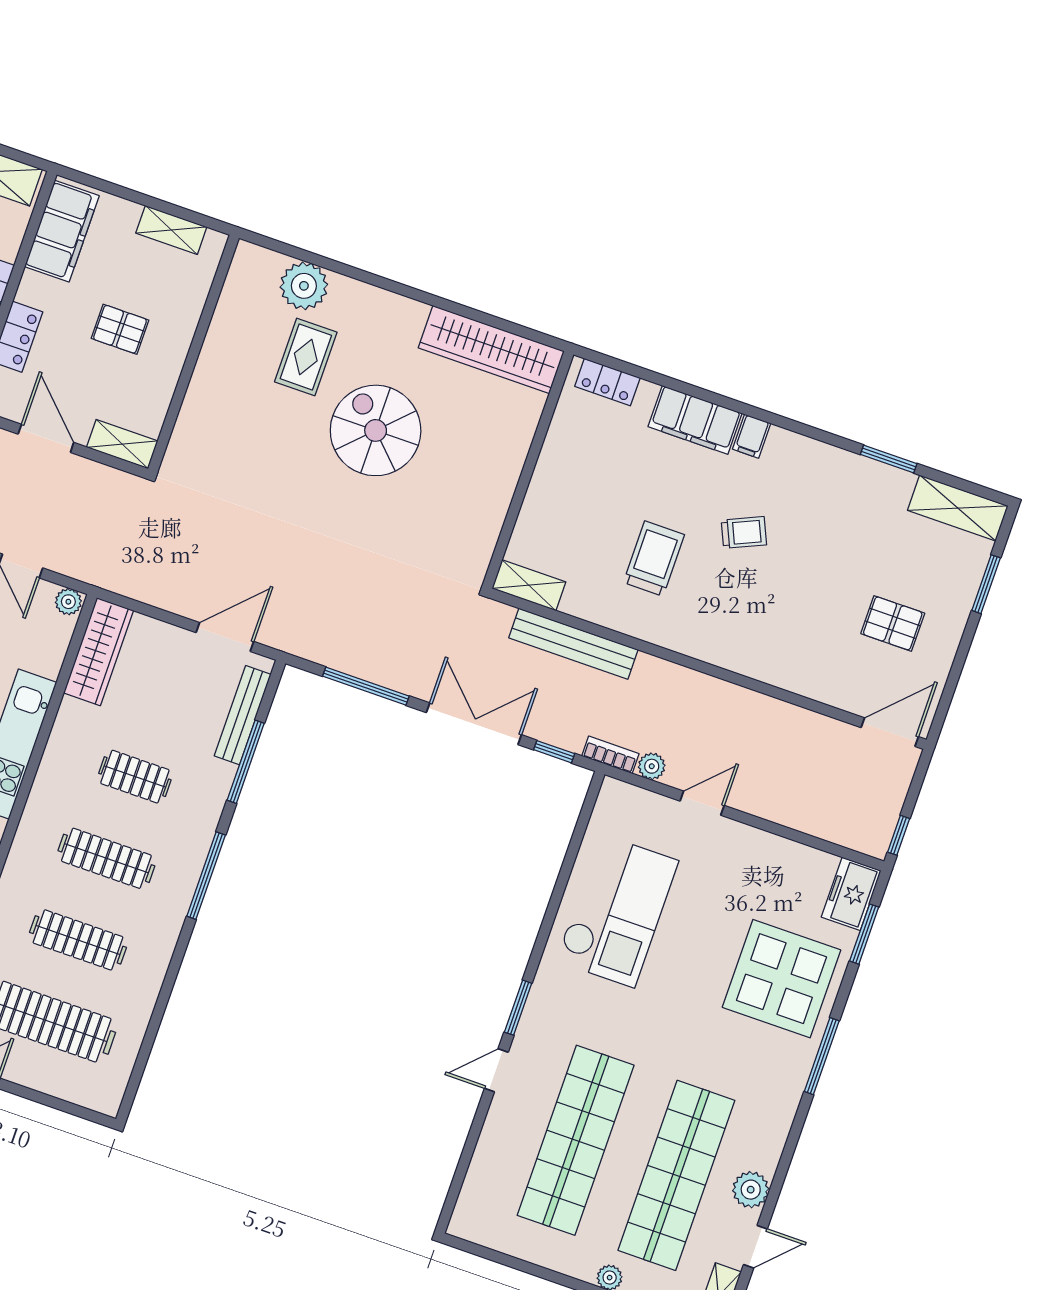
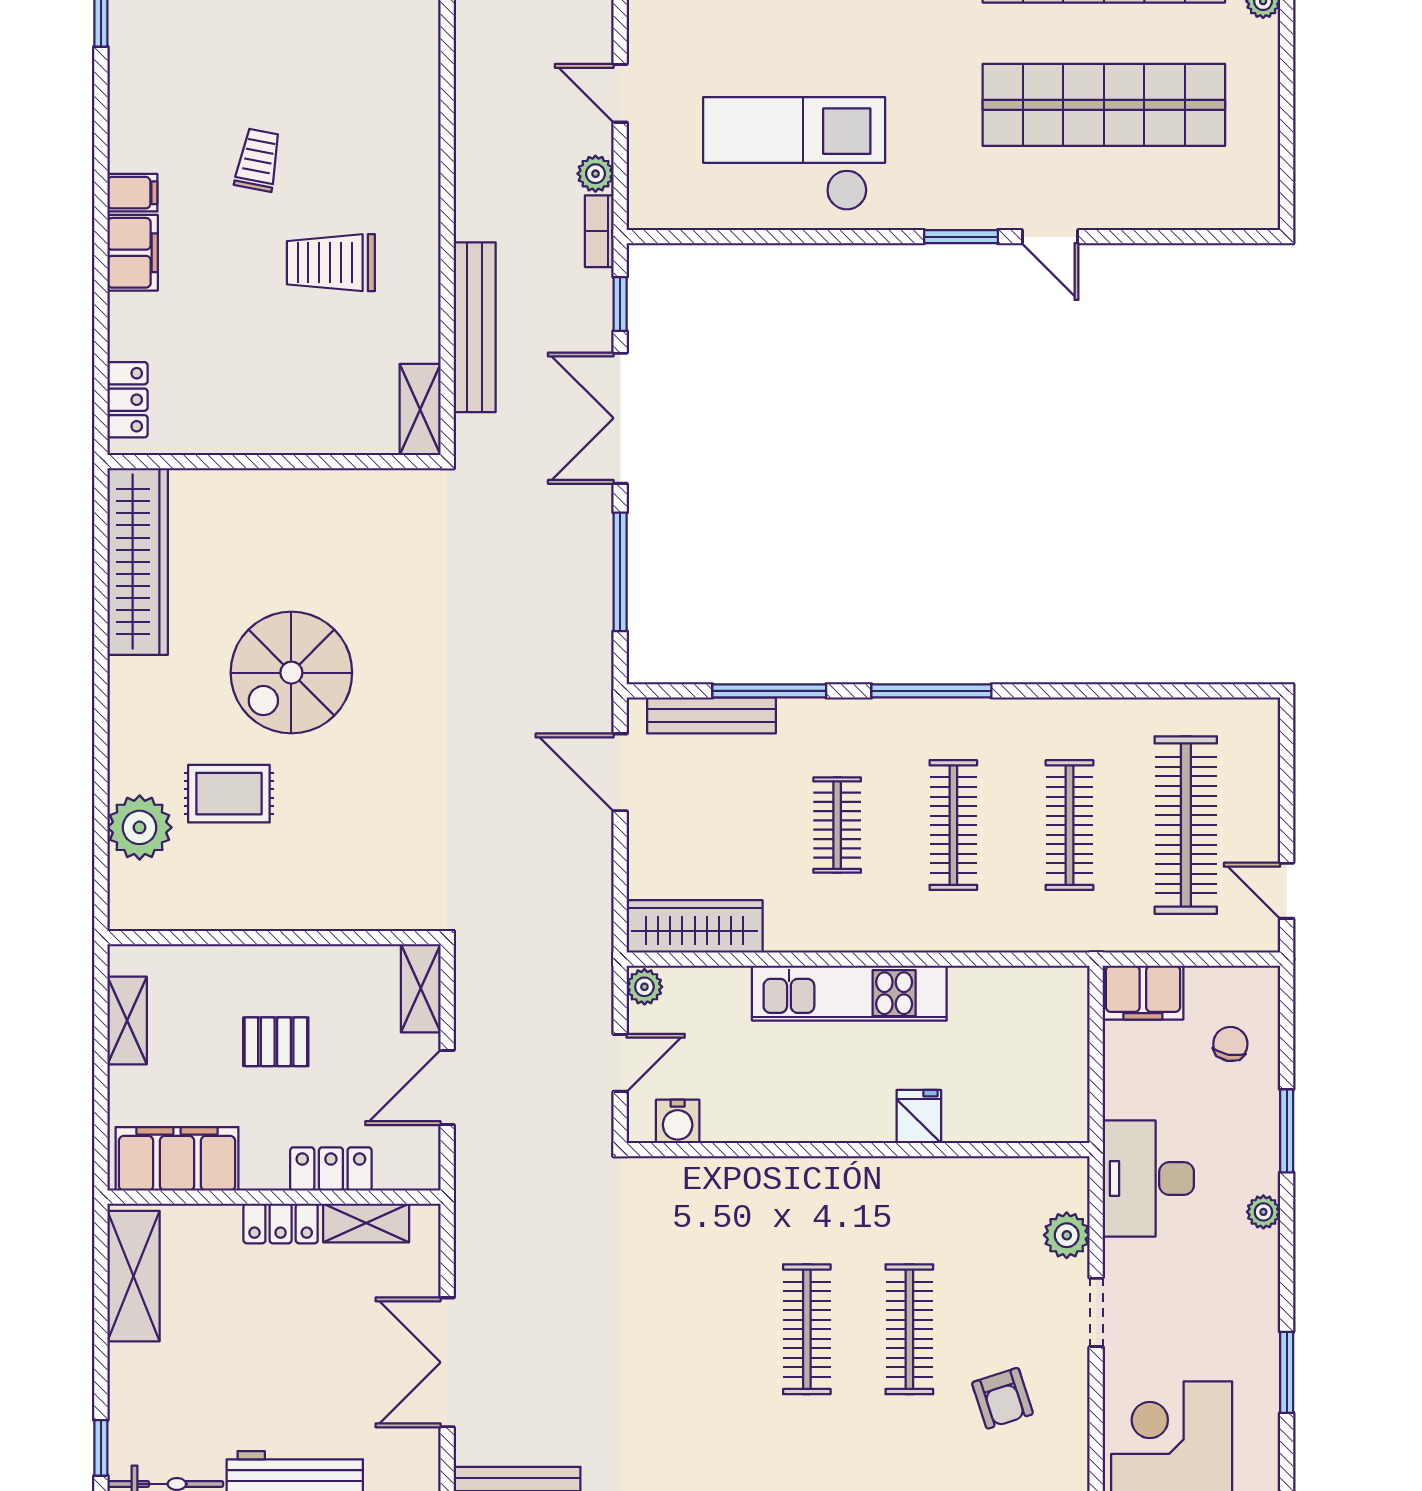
pallet: (120, 329) -> (276, 1042), turned 90
filing cabinet: (695, 420) -> (133, 253), width x0.67, depth x0.86
trolley: (744, 532) -> (258, 160), turned 35

